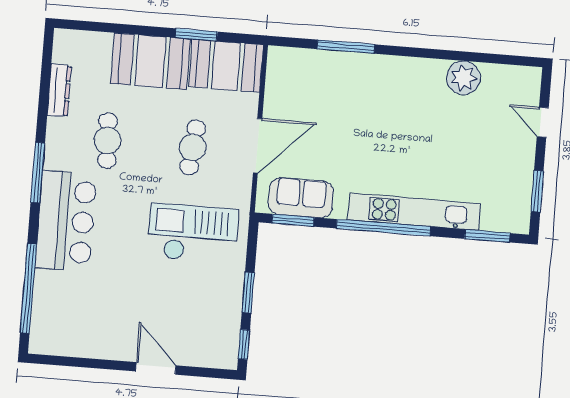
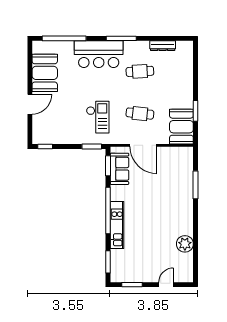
booth: (151, 61) -> (45, 73), moved
kitchen unit: (414, 212) -> (117, 225), width x0.73
checkout: (193, 233) -> (98, 117), width x0.73, depth x0.83
window: (248, 293) -> (92, 147), moved

